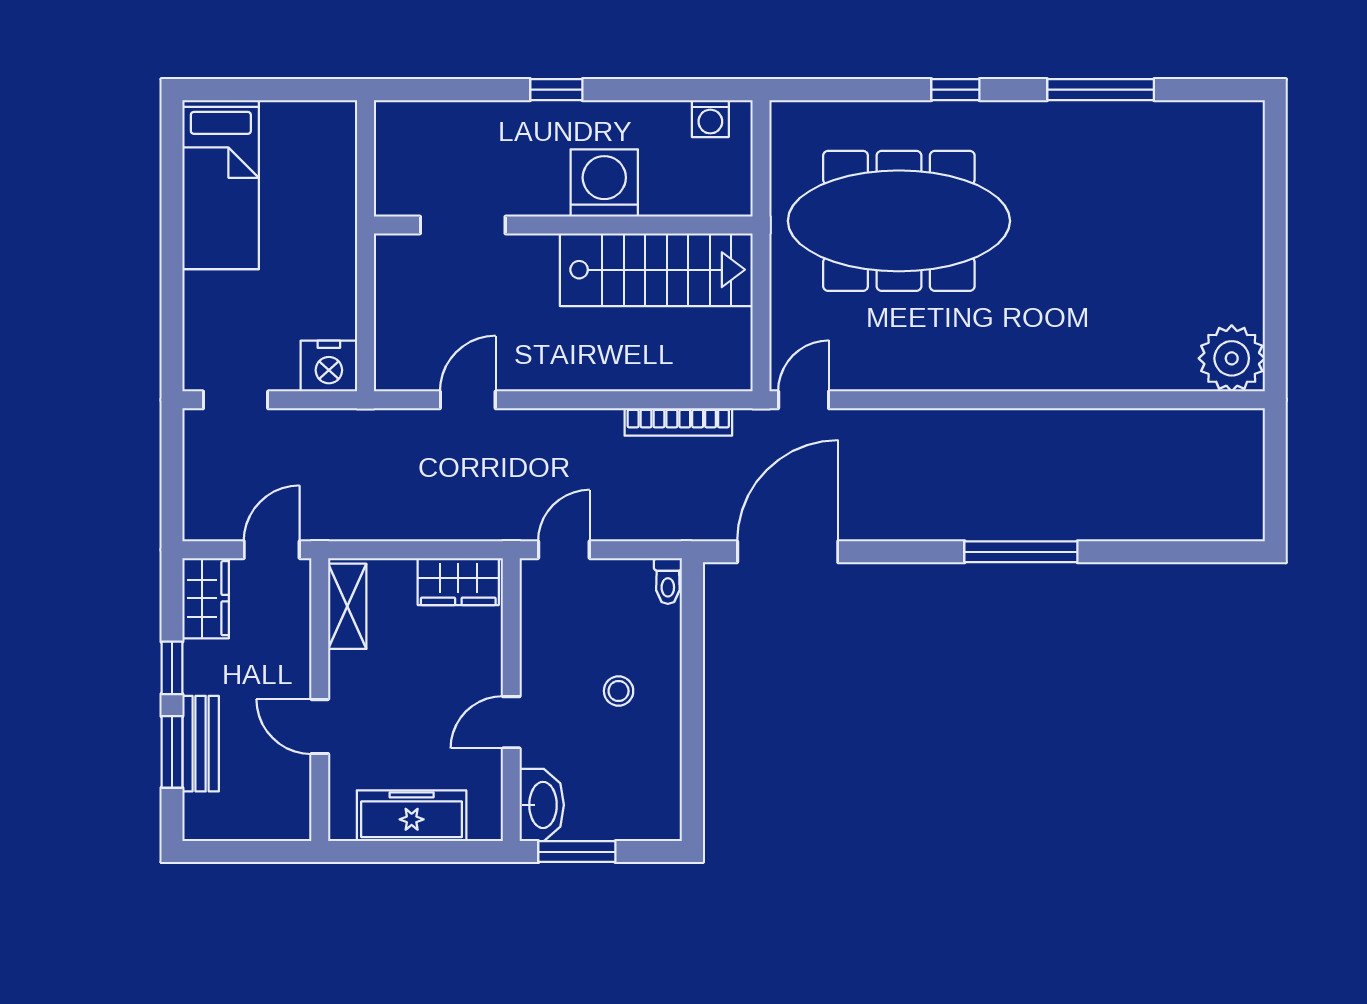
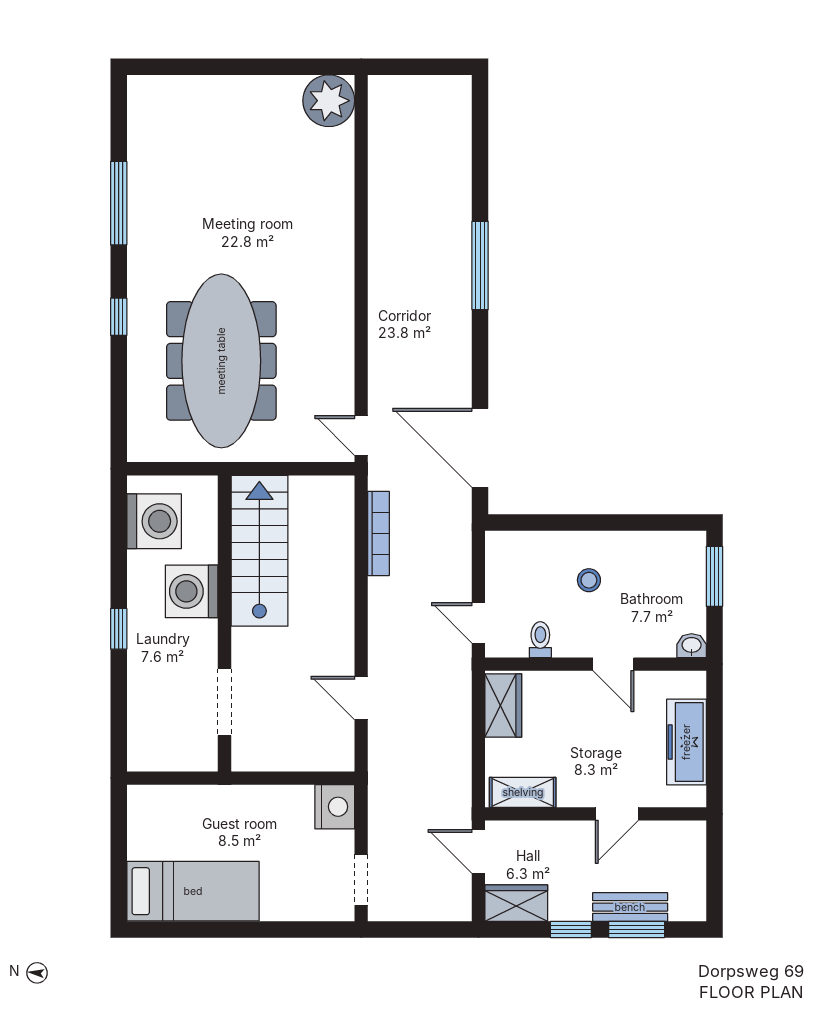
washing machine: (710, 119) -> (154, 521), width x1.89, depth x1.89
toilet: (668, 581) -> (540, 640), moved, turned -90
washbasin: (542, 805) -> (692, 646), width x0.52, depth x0.69
window: (577, 852) -> (714, 576), moved

